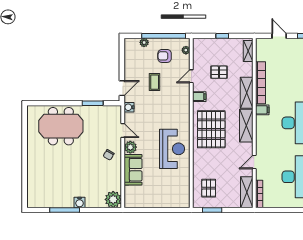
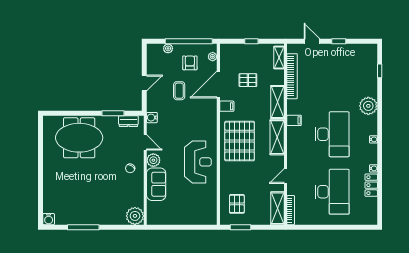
armchair: (165, 56) -> (190, 63), turned 90
door: (191, 76) -> (218, 85), width x1.87
bookcase: (260, 83) -> (292, 76), moved
door: (122, 88) -> (144, 83), moved
dresser: (107, 111) -> (128, 121), added
water cooler: (80, 202) -> (49, 219), moved

